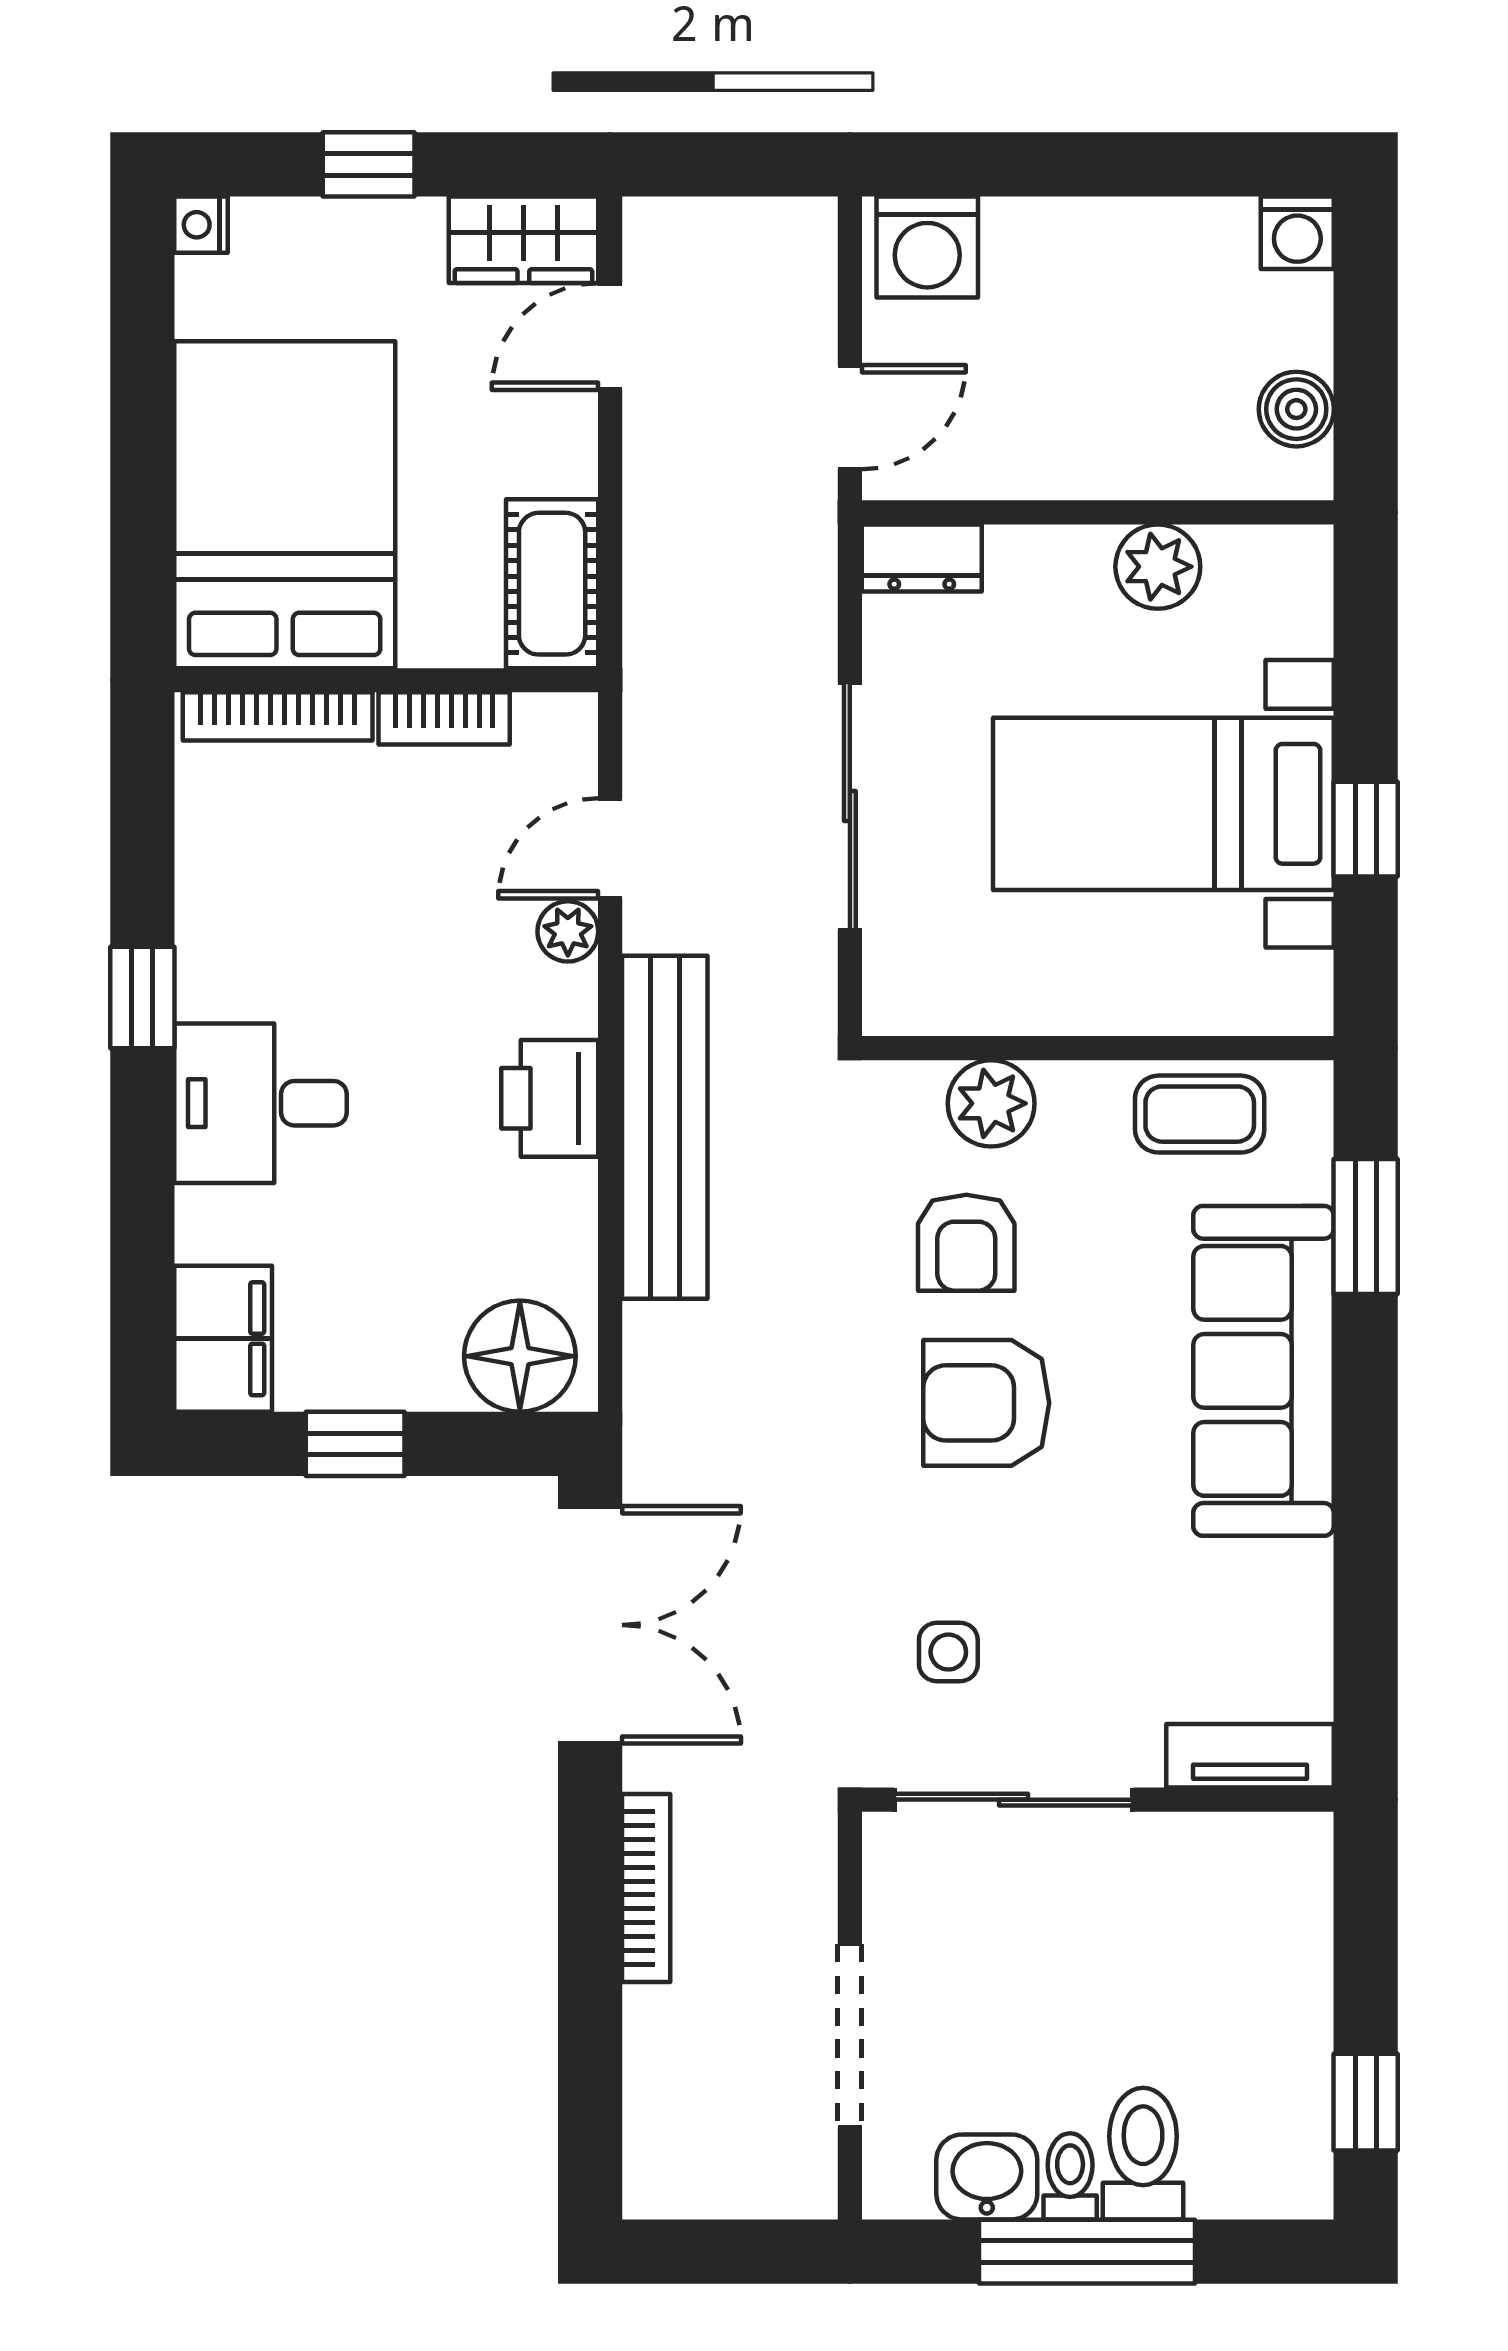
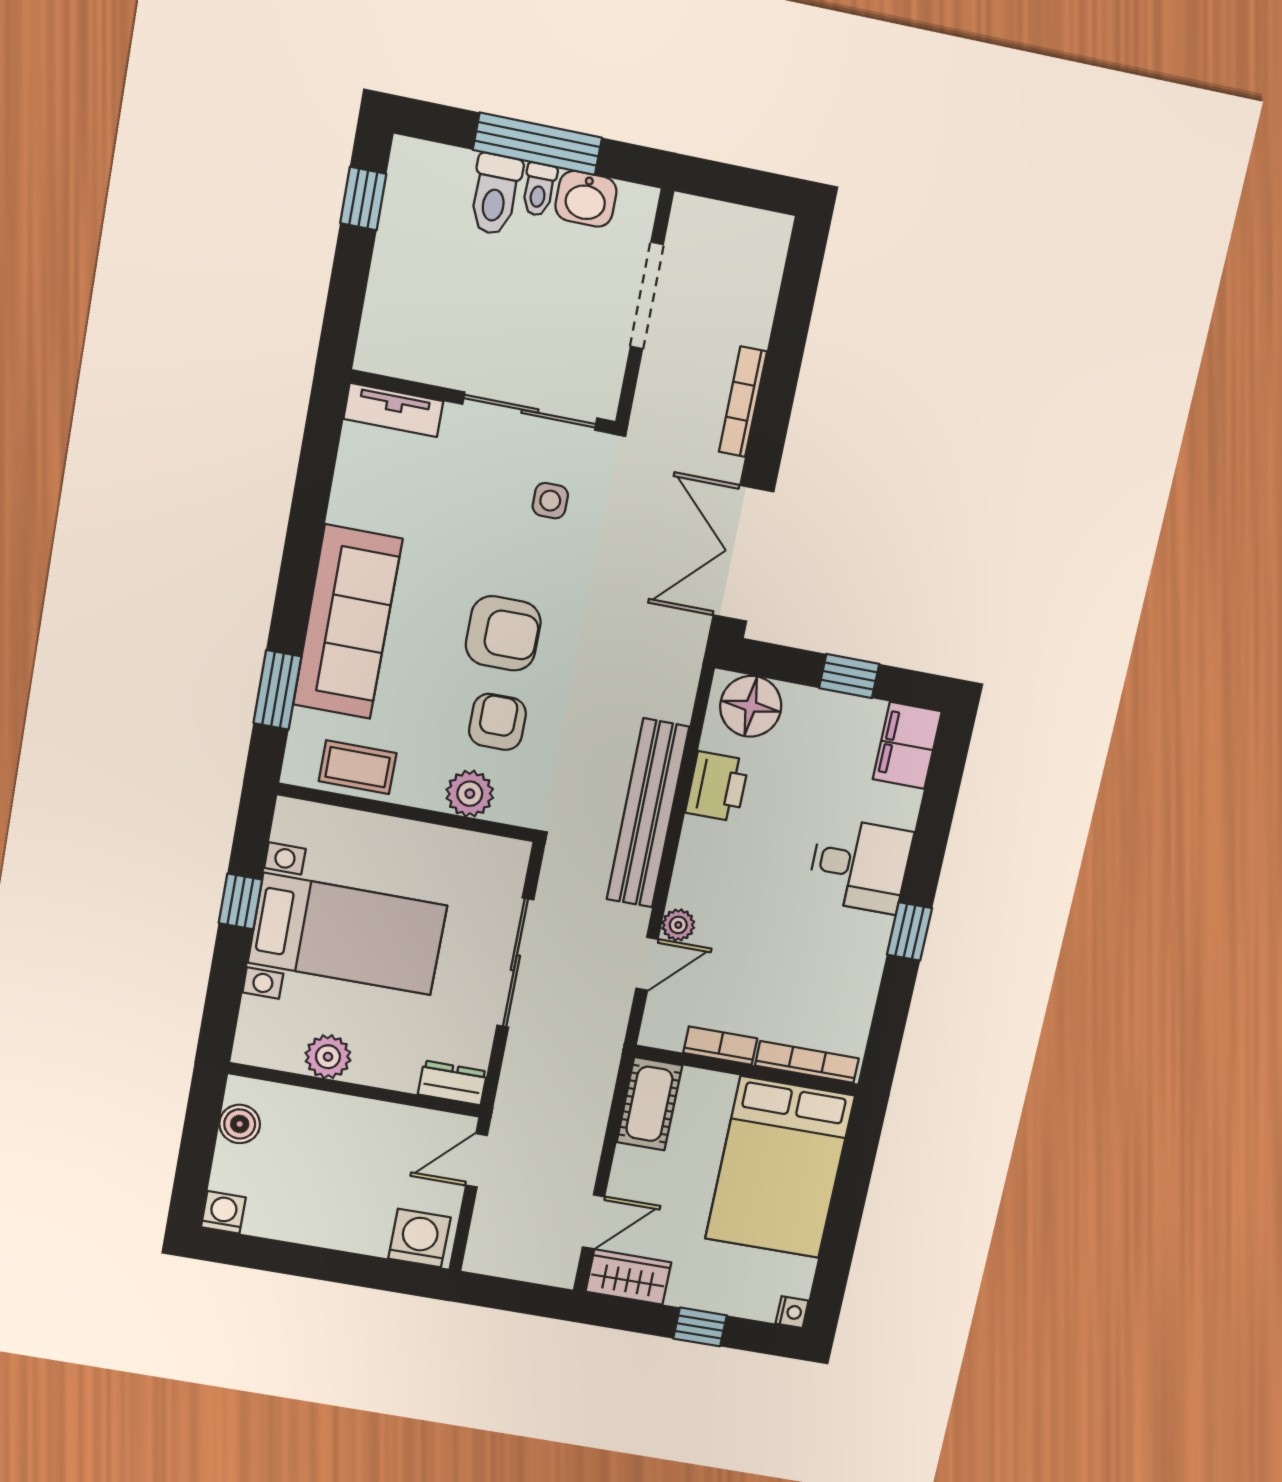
printer: (550, 1098) -> (717, 787), moved

